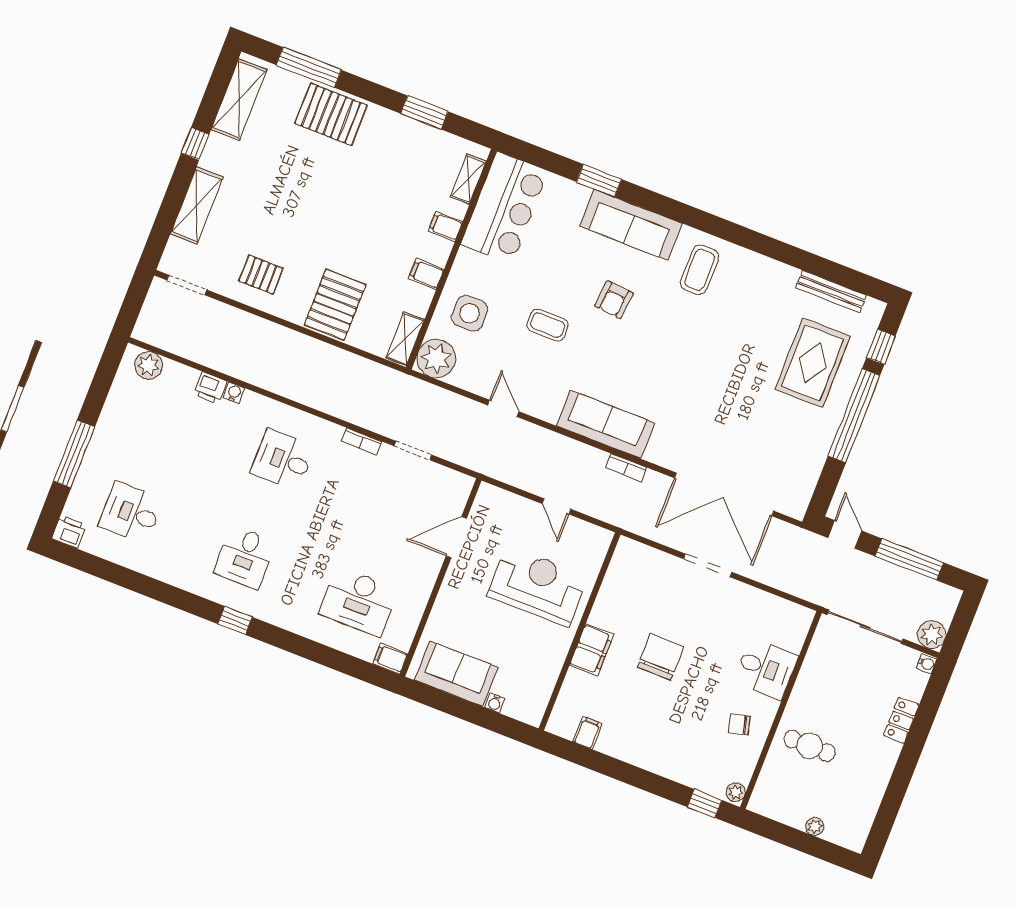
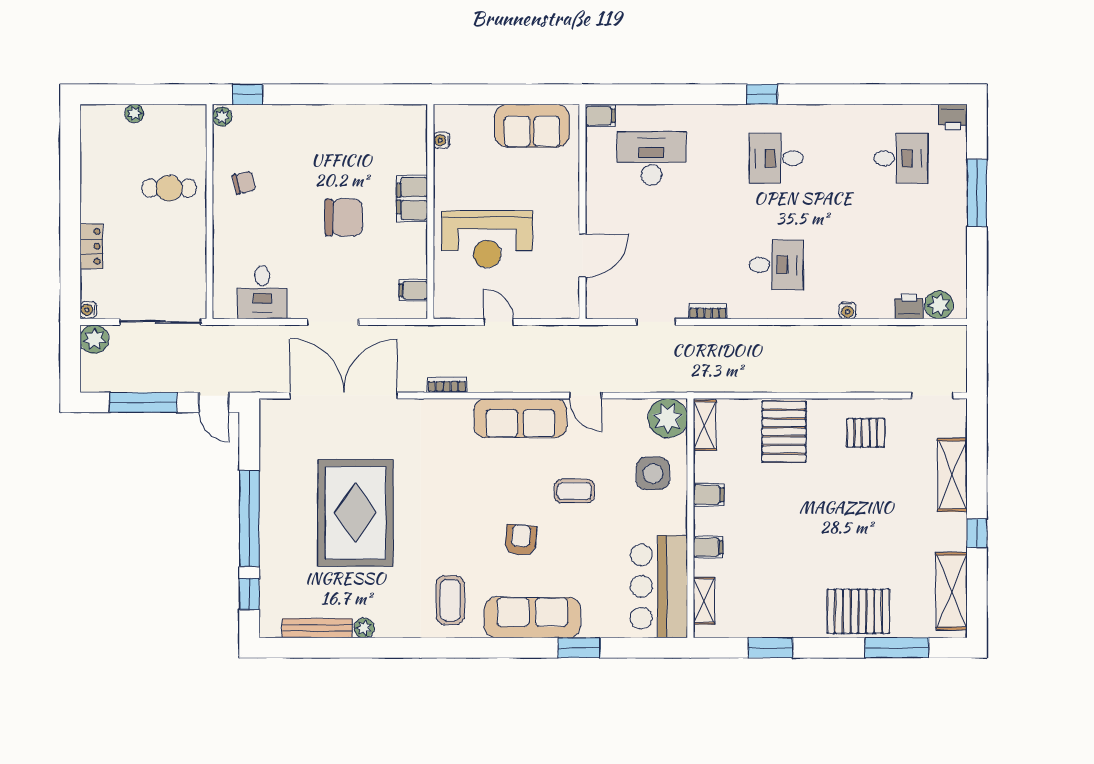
plant: (788, 275) -> (364, 628), added
rug: (813, 363) -> (356, 513), moved, width x1.37, depth x1.44
printer: (210, 388) -> (909, 306), moved
sofa: (606, 424) -> (520, 418), moved
desk: (245, 557) -> (776, 158), turned -90
chair: (661, 657) -> (344, 217), turned -90
desk: (766, 669) -> (262, 292), moved, turned -90
water cooler: (495, 703) -> (441, 140), moved, turned -90
filing cabinet: (587, 733) -> (413, 290), moved, turned 90

